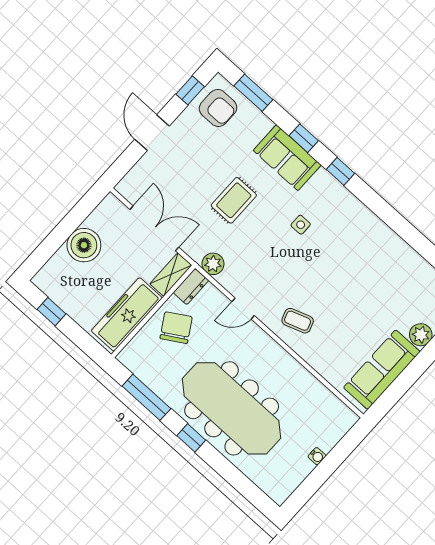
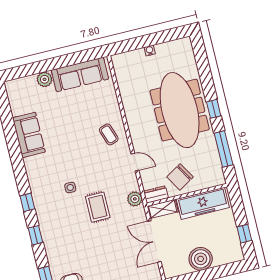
sofa: (287, 158) -> (29, 135), moved
rug: (234, 200) -> (98, 207), moved, turned 90

